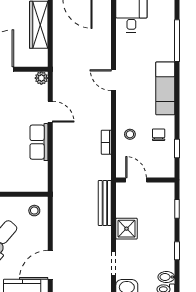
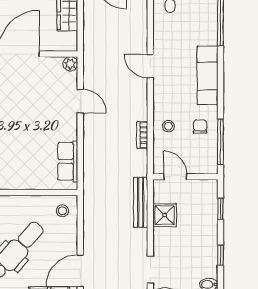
row of seats: (39, 142) -> (68, 161), moved
window: (177, 149) -> (220, 142), width x2.17
shower: (127, 229) -> (165, 215), moved

